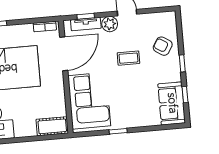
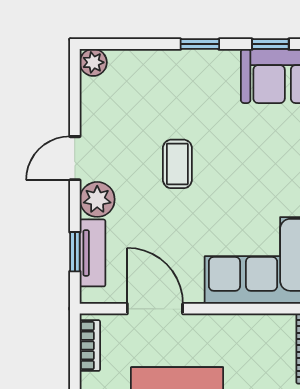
plant: (170, 17) -> (93, 62), added
armchair: (163, 46) -> (157, 85), removed
door: (64, 54) -> (155, 309), width x0.73

